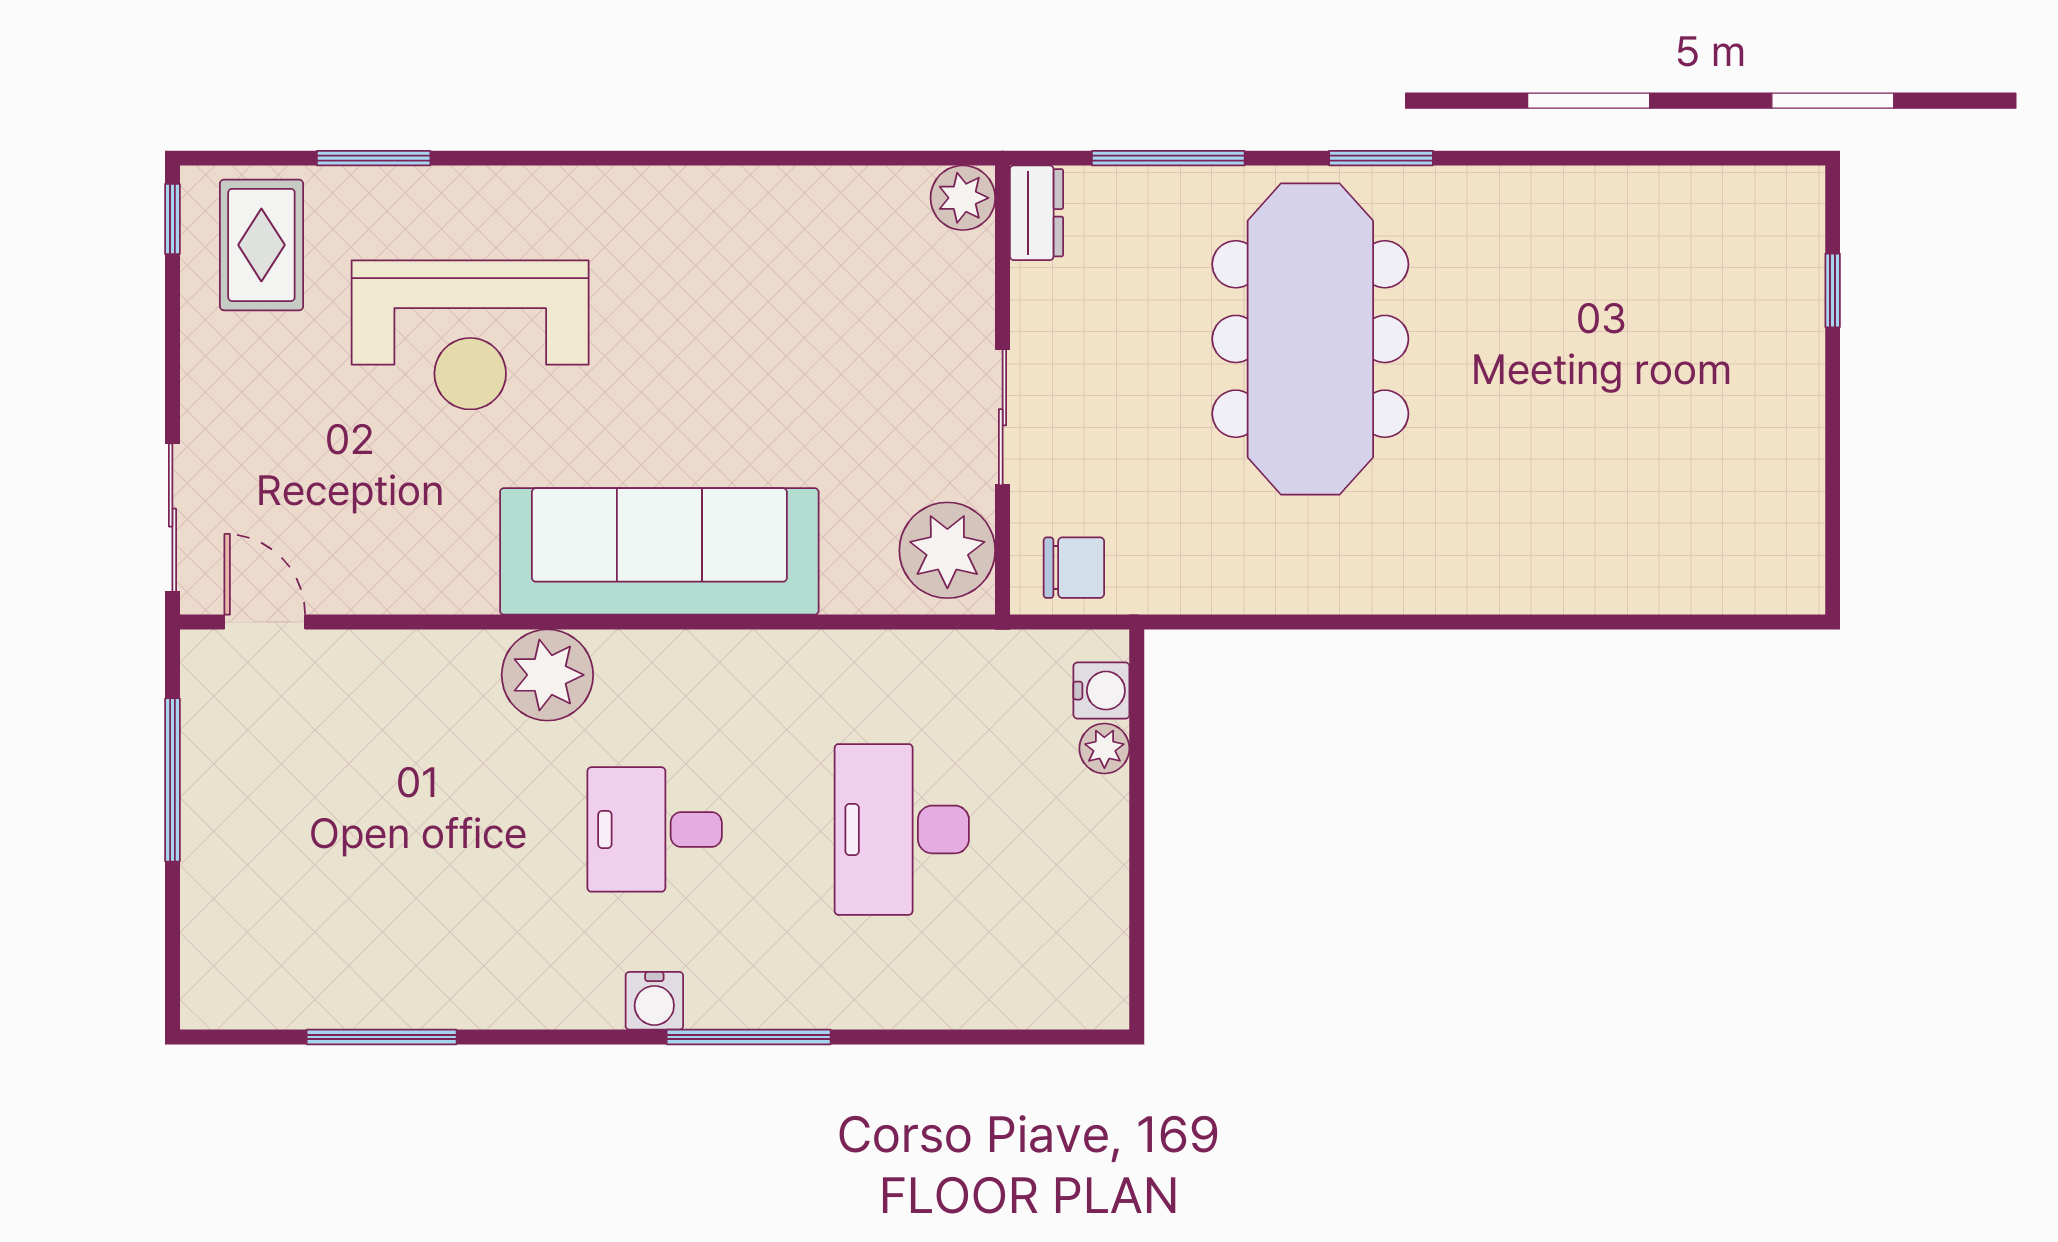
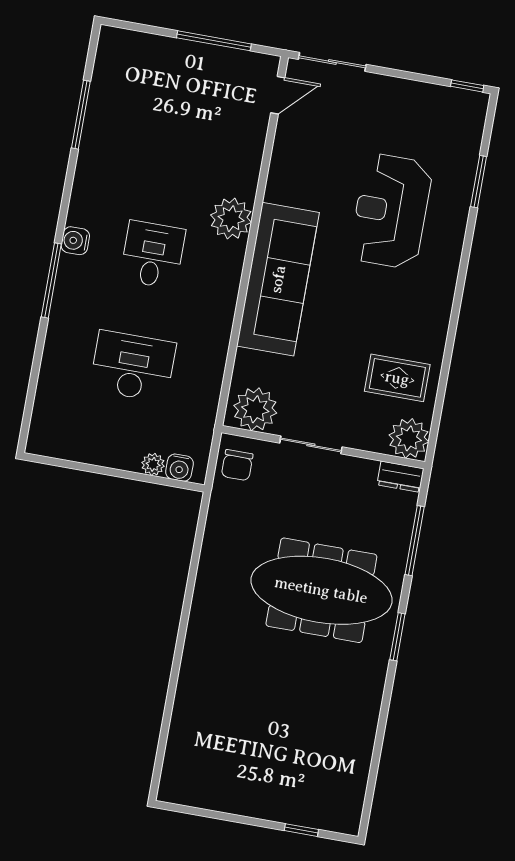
plant: (963, 198) -> (409, 438), width x1.36, depth x1.36
rug: (261, 245) -> (397, 378), moved

